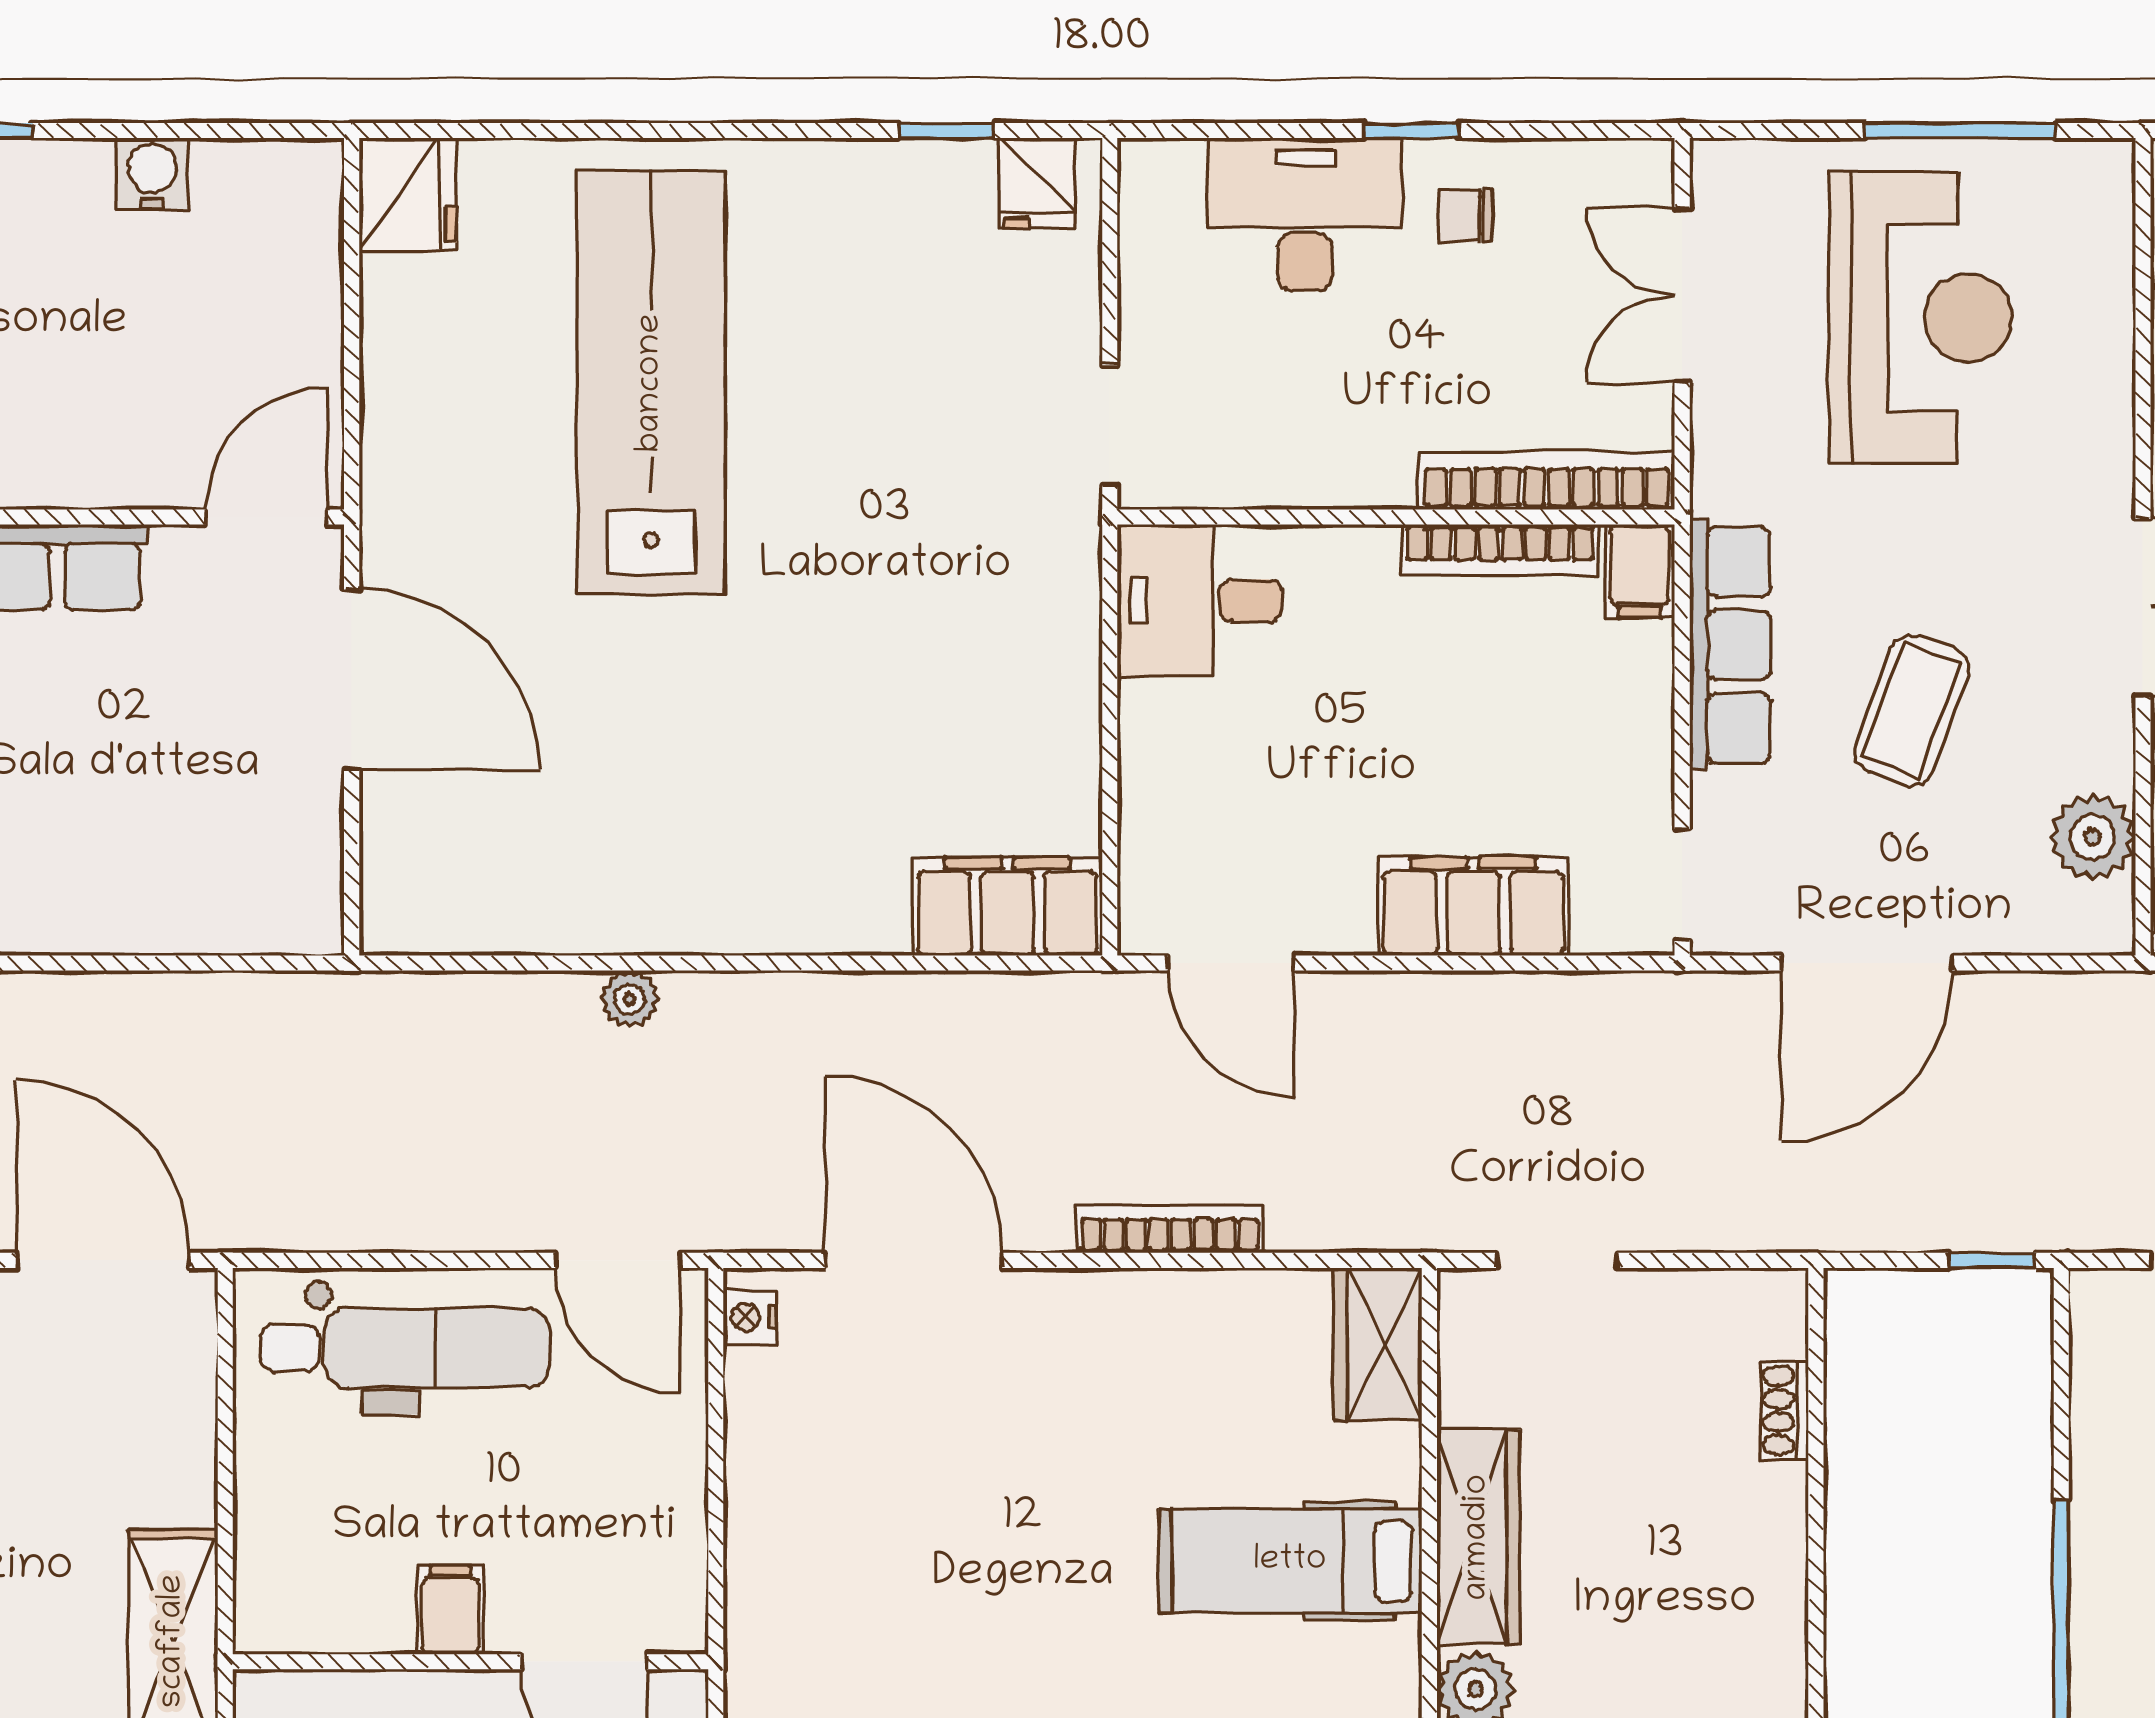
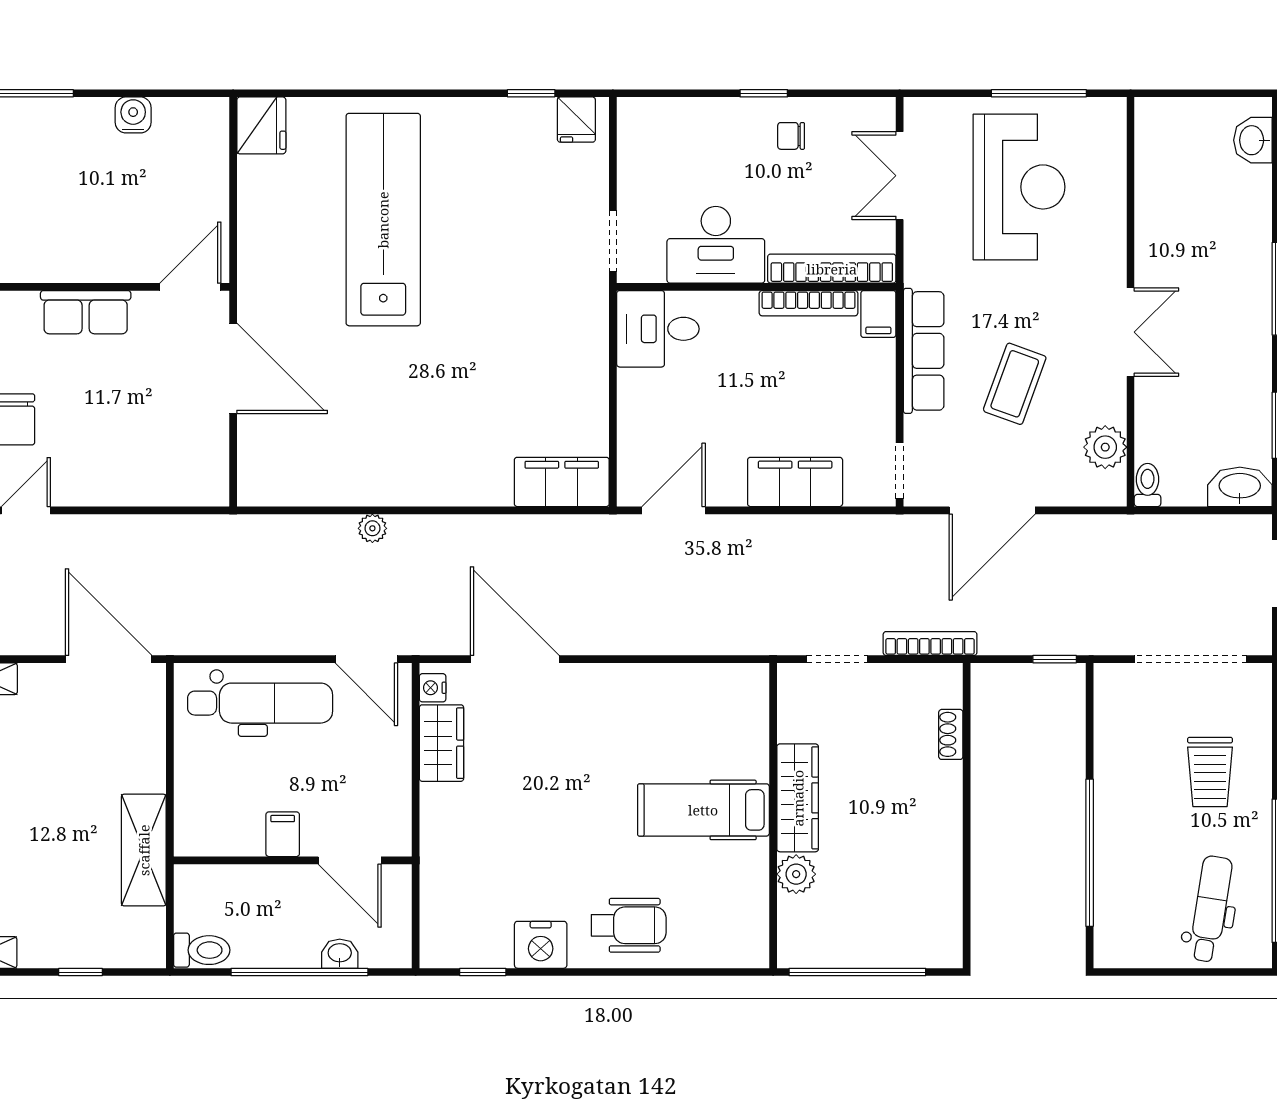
desk: (1305, 215) -> (716, 245), moved, turned 180
door: (1231, 963) -> (674, 510), swing flipped
bookcase: (1170, 1229) -> (930, 644), moved
wardrobe: (1378, 1344) -> (442, 743), moved, turned 180

